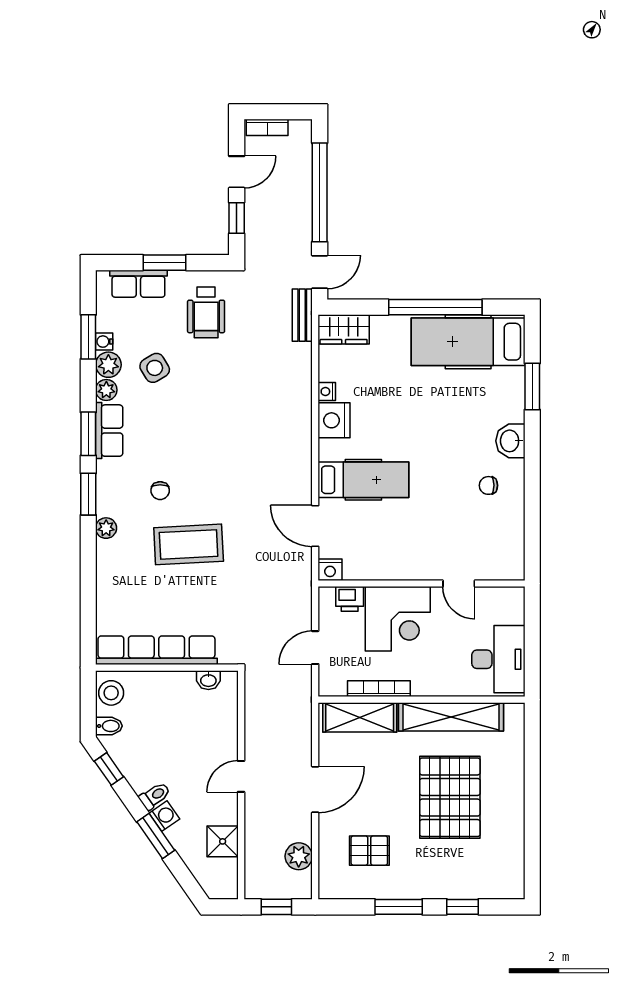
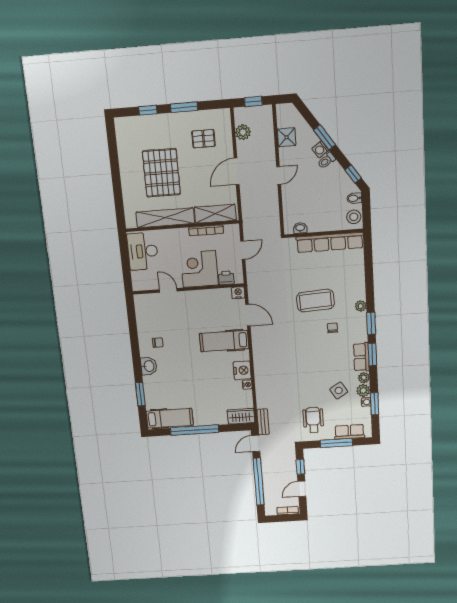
window: (165, 263) -> (336, 443), width x1.44
hospital bed: (468, 342) -> (170, 418), width x0.73, depth x0.78

